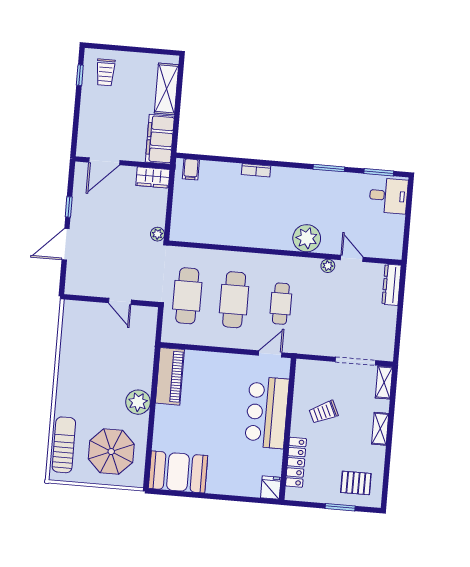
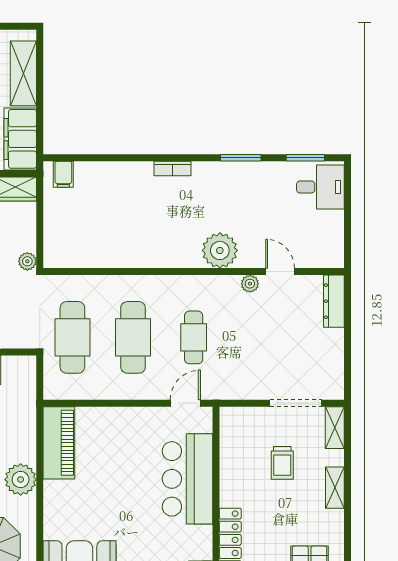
bookcase: (256, 170) -> (173, 168), moved
trolley: (324, 412) -> (282, 463), moved, turned -65

